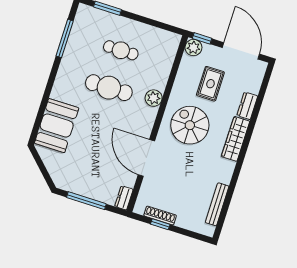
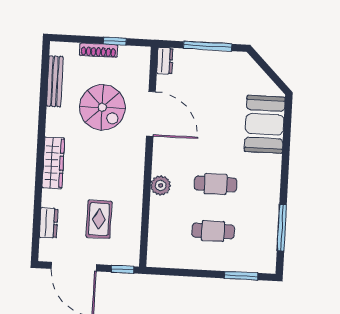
plant: (193, 48) -> (130, 256), removed
cafe table: (109, 88) -> (216, 184), width x0.73, depth x0.74
dresser: (247, 106) -> (49, 223), moved
spiral stairs: (190, 125) -> (102, 107), moved
shoe rack: (160, 215) -> (99, 50), moved

